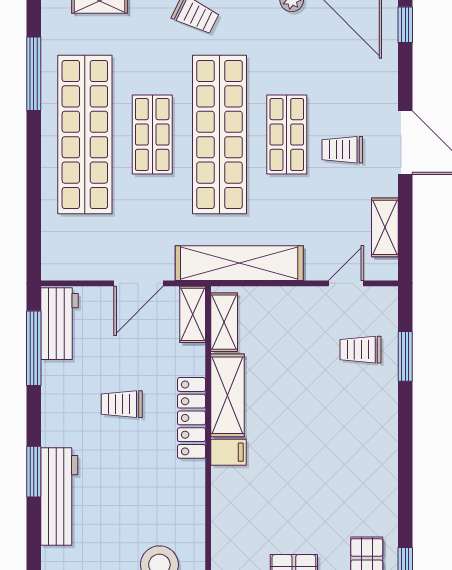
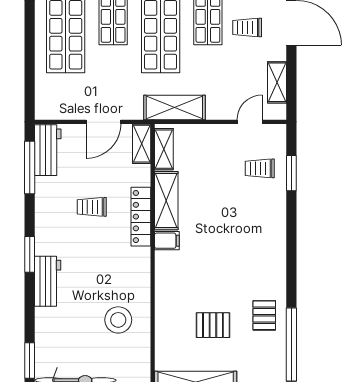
shelving: (239, 263) -> (174, 107), width x0.68
workbench: (59, 496) -> (48, 281), width x0.73

